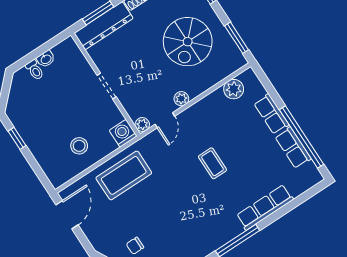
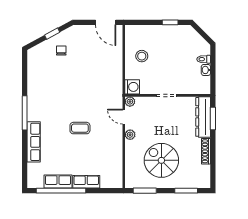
plant: (234, 89) -> (116, 169), removed
coffee table: (124, 175) -> (107, 71), removed

